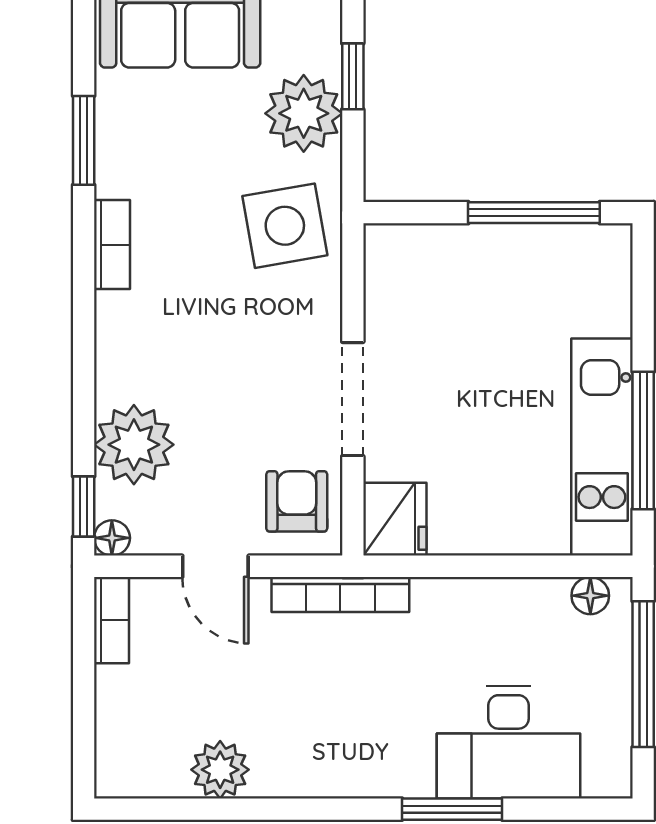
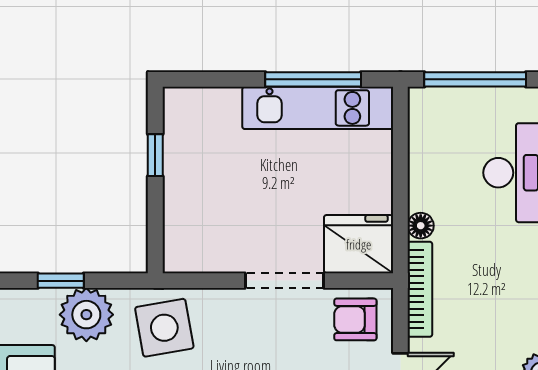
window: (534, 213) -> (155, 155), width x0.46
fridge: (395, 519) -> (359, 244), width x1.36, depth x1.34
floor lamp: (590, 596) -> (421, 226), moved

